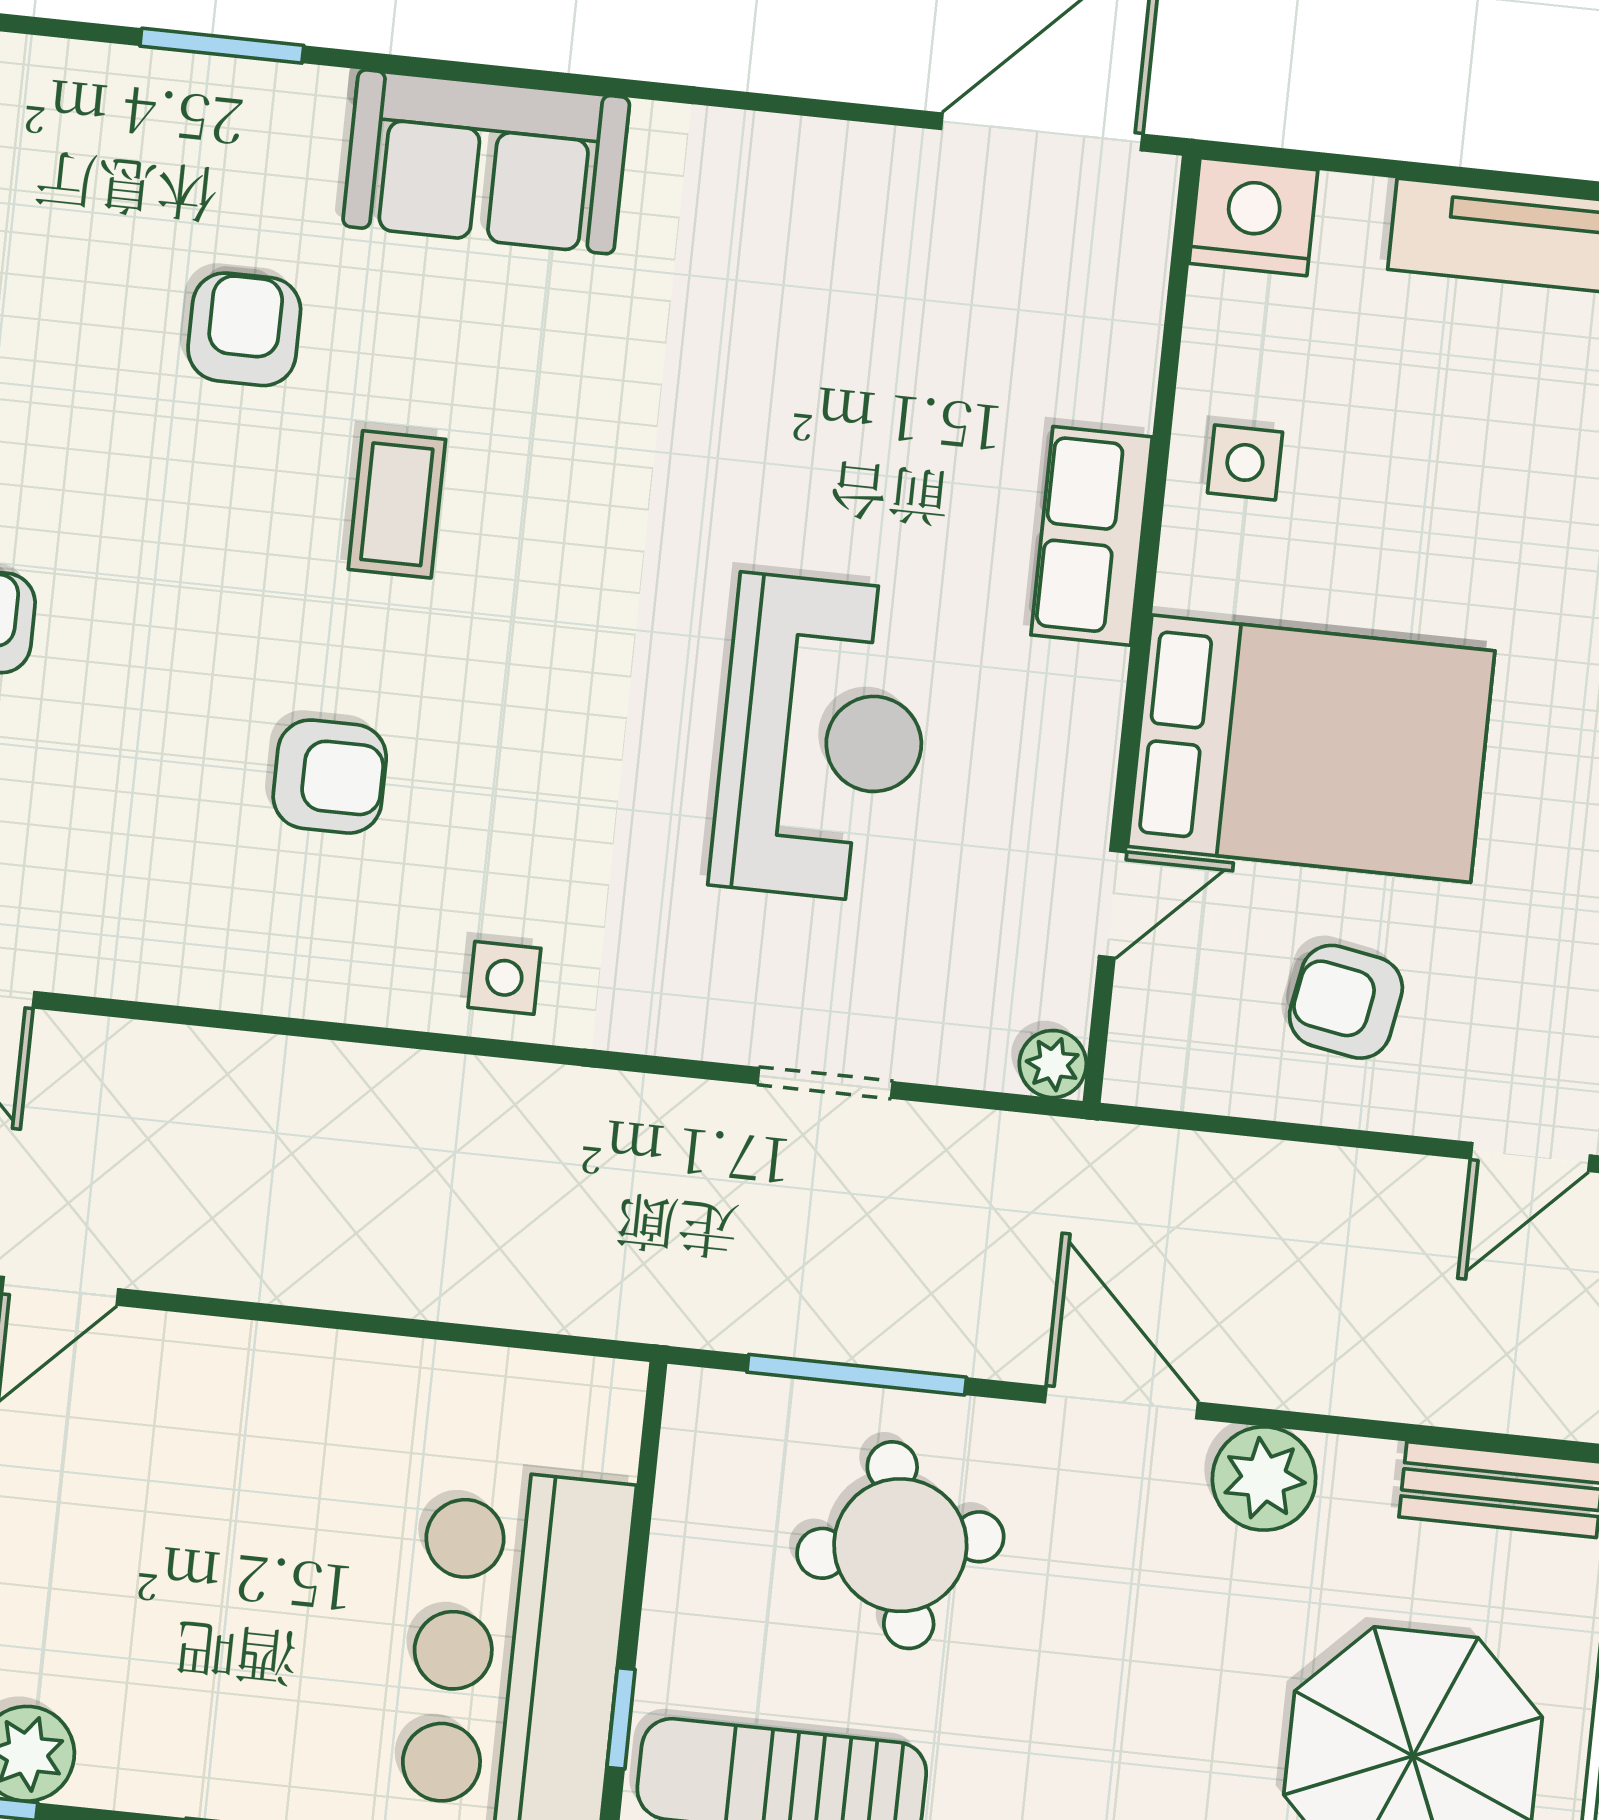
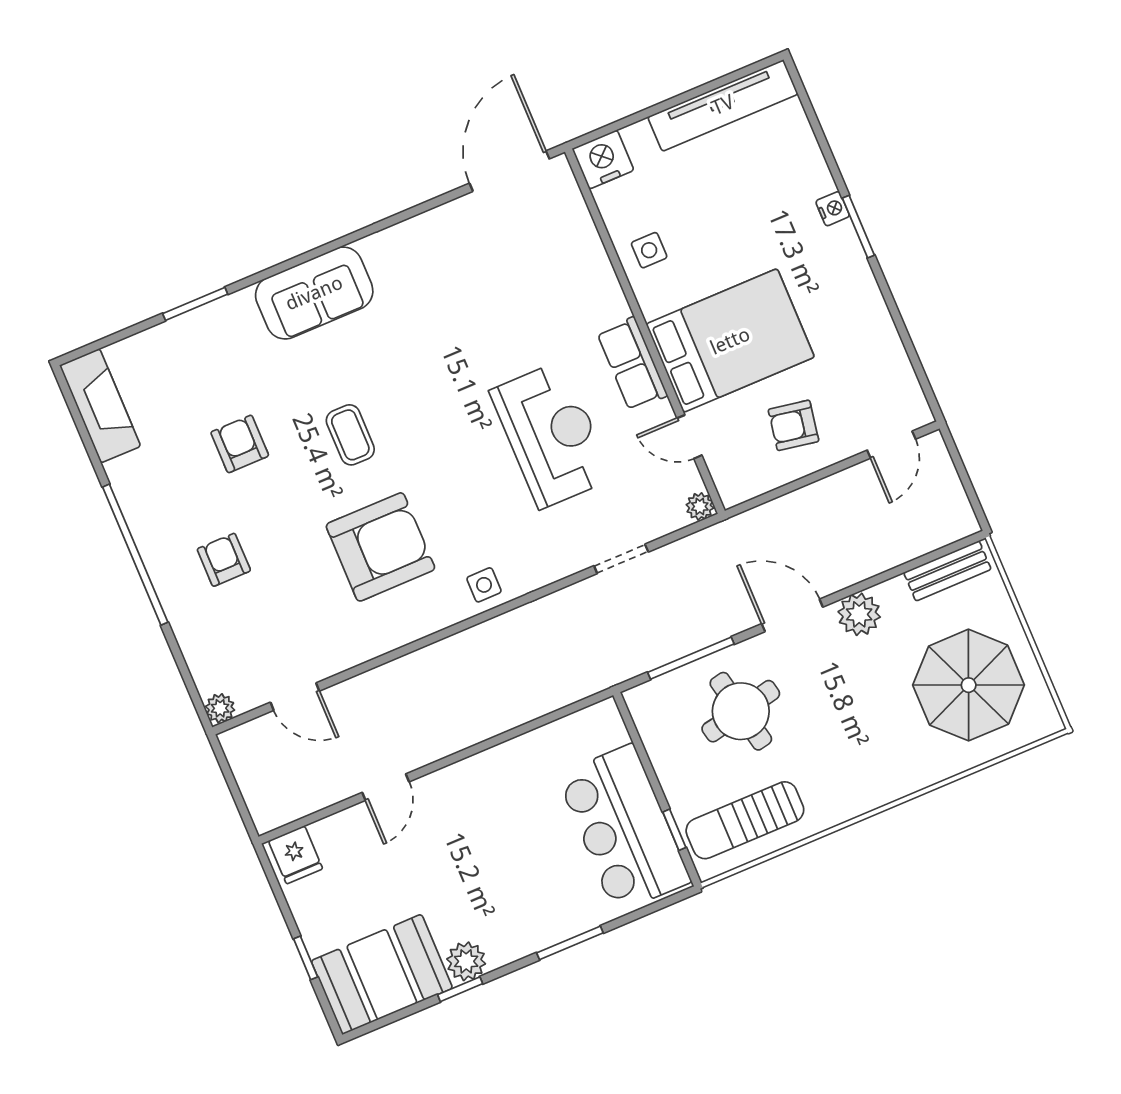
armchair: (244, 329) -> (240, 444), moved
row of seats: (1092, 536) -> (632, 364), moved
armchair: (330, 777) -> (380, 547), width x1.88, depth x1.88
door: (1112, 904) -> (689, 437), swing flipped

